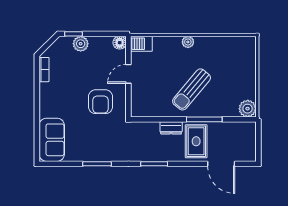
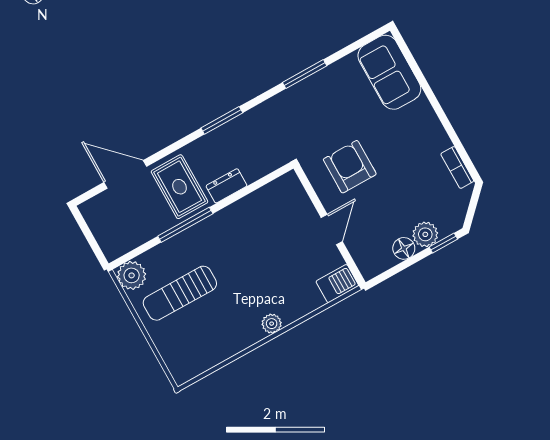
floor lamp: (120, 43) -> (404, 248), moved
sun lounger: (192, 89) -> (180, 293), moved, turned -130

